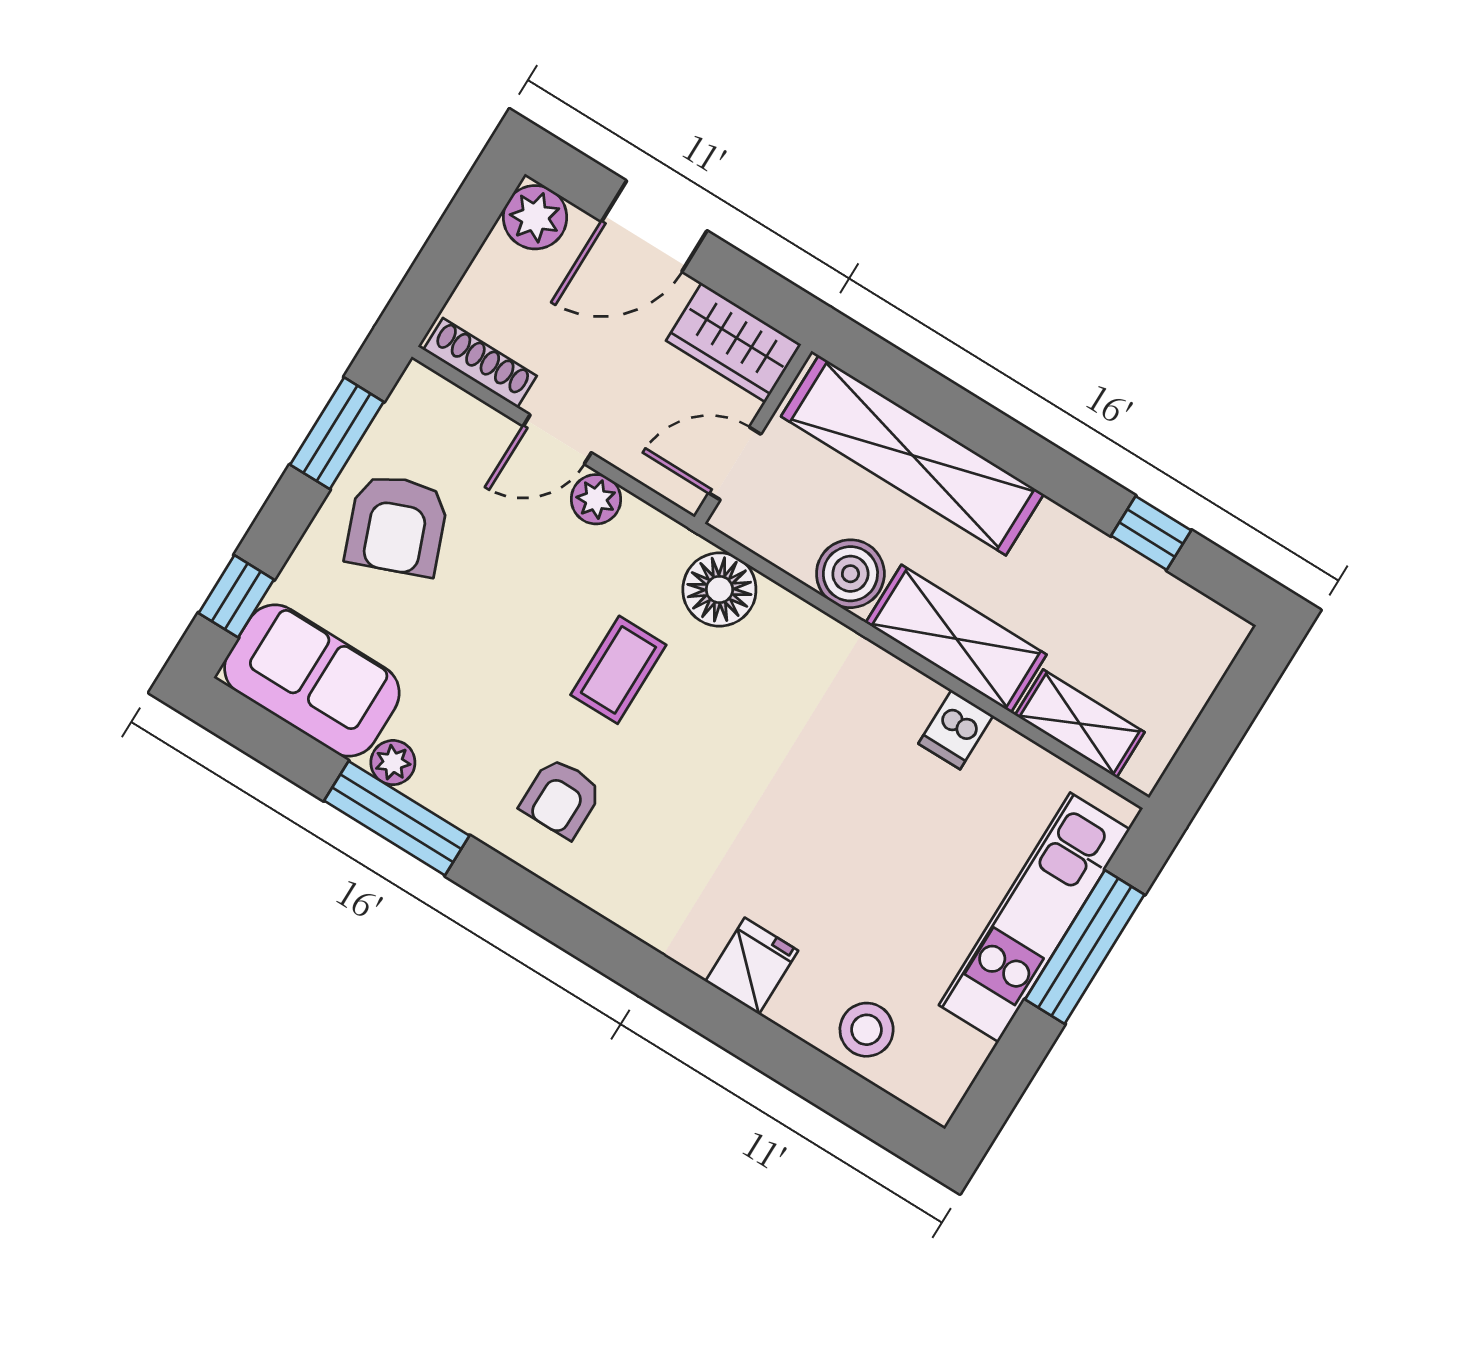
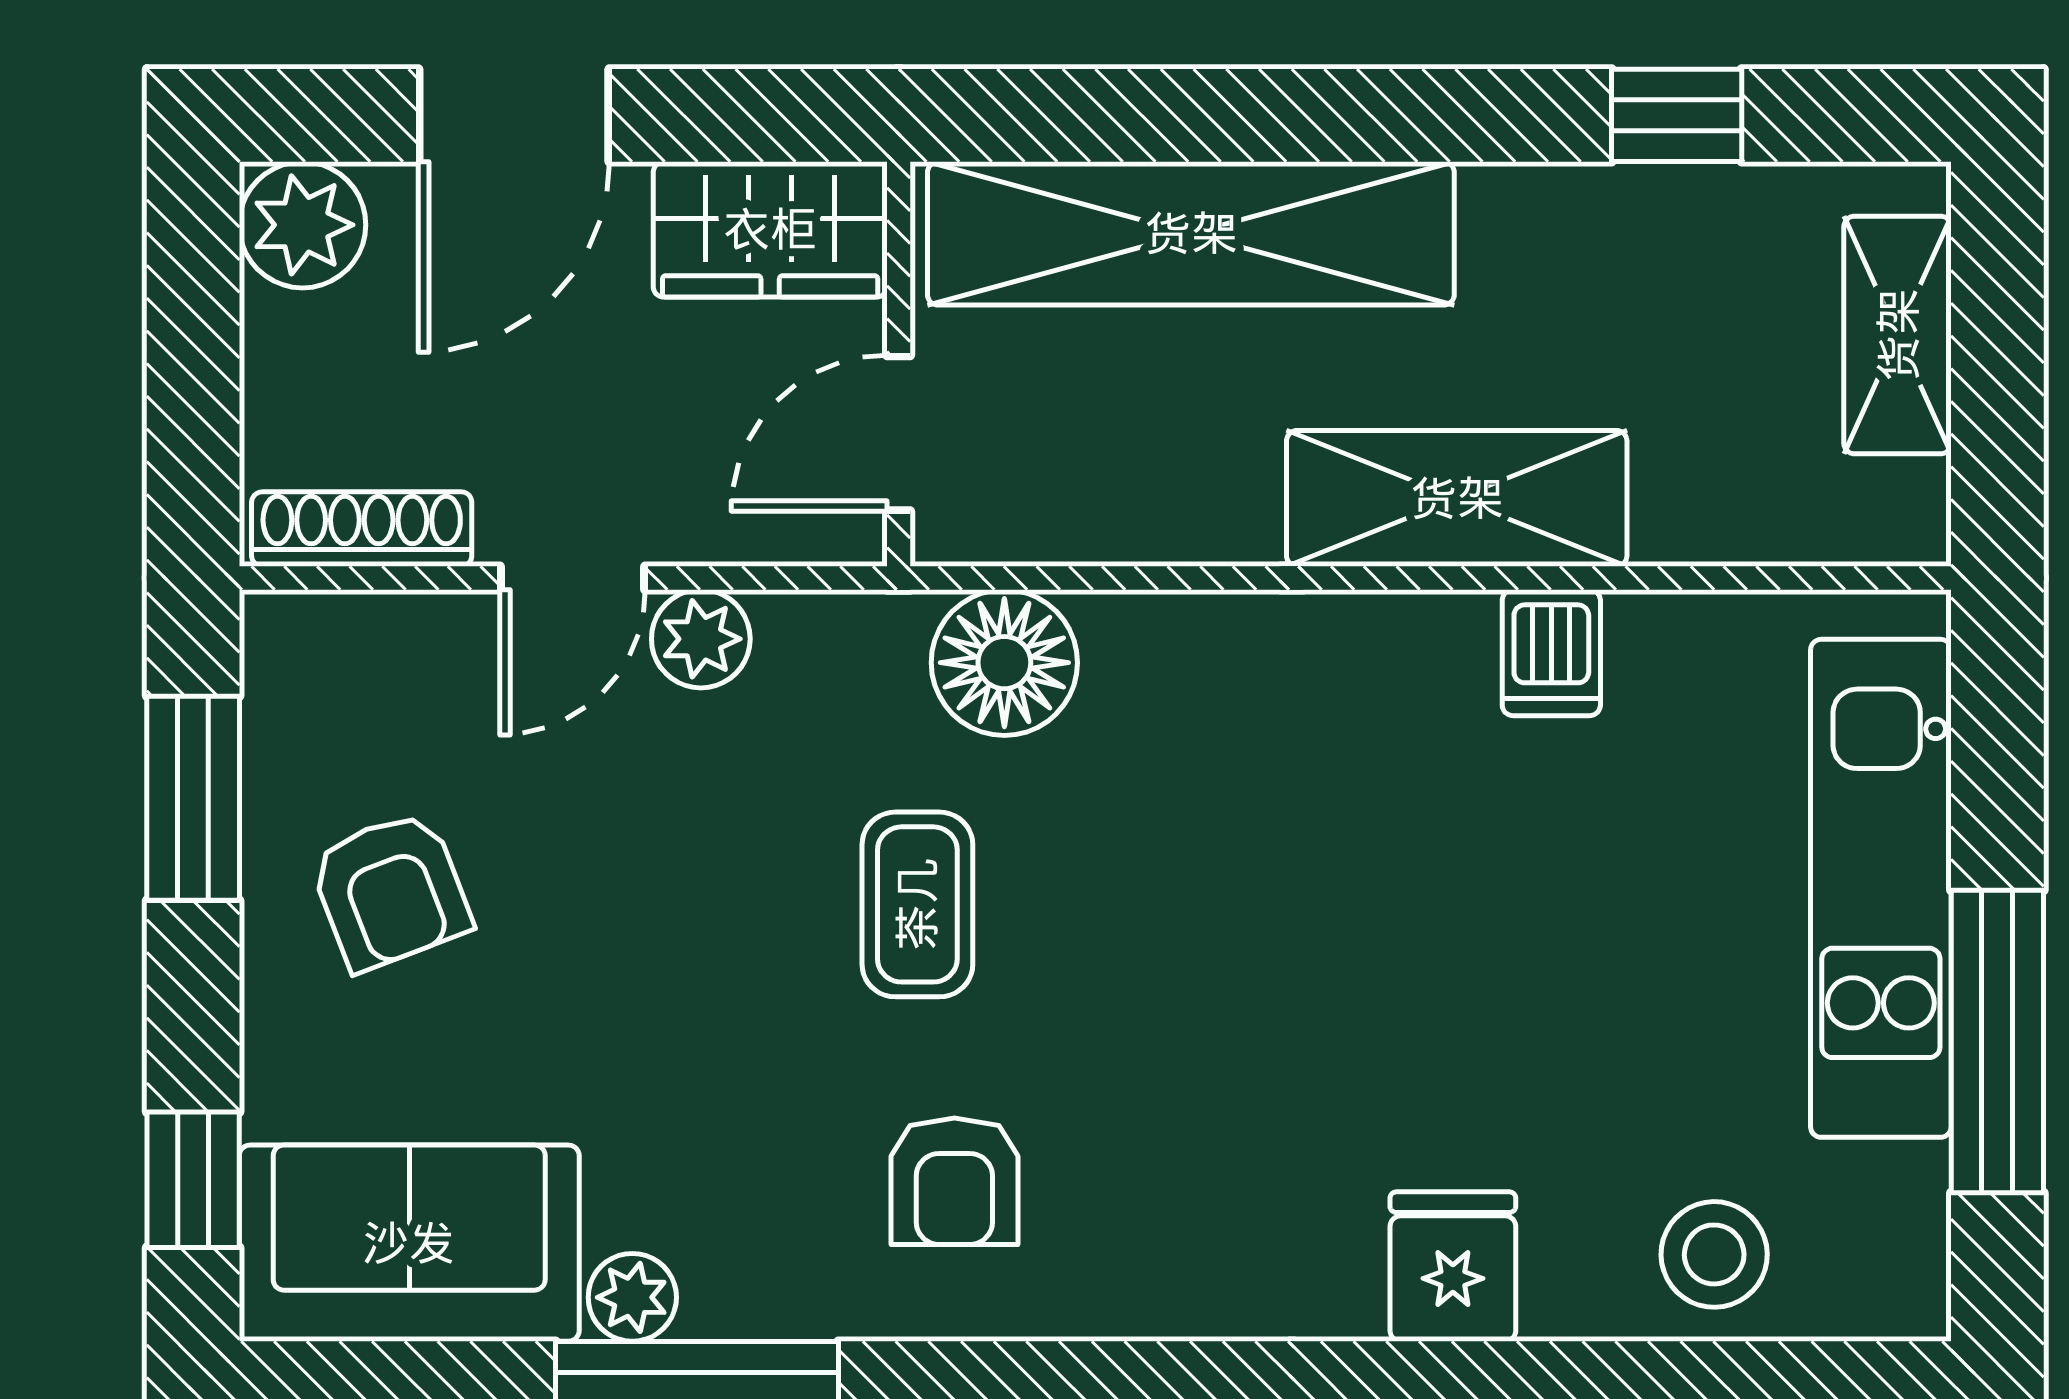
armchair: (397, 525) -> (390, 891), width x0.72, depth x0.72
boiler: (850, 574) -> (1210, 499), removed
shelving: (1080, 724) -> (1898, 335), moved, turned 90
window: (1085, 947) -> (1997, 1042), moved

